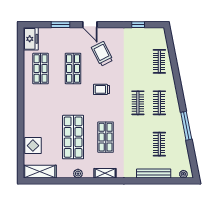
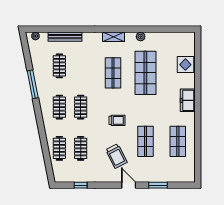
freezer: (31, 39) -> (188, 100), moved
clothes rail: (138, 61) -> (81, 148), added
shelving: (40, 172) -> (179, 38), removed

